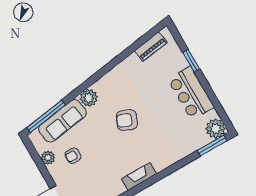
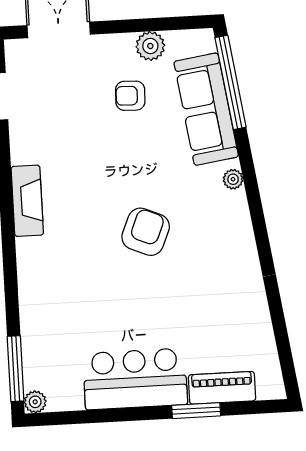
piano: (151, 47) -> (222, 388), moved, turned 98
plant: (89, 98) -> (233, 179), width x0.53, depth x0.53
plant: (216, 129) -> (35, 402), width x0.53, depth x0.53
armchair: (73, 156) -> (130, 96), turned -88

